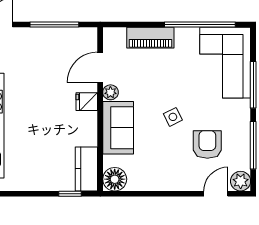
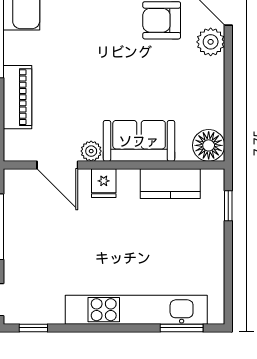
side table: (173, 117) -> (124, 67), removed
kitchen counter: (86, 169) -> (170, 184), moved
plant: (191, 181) -> (211, 42), added

